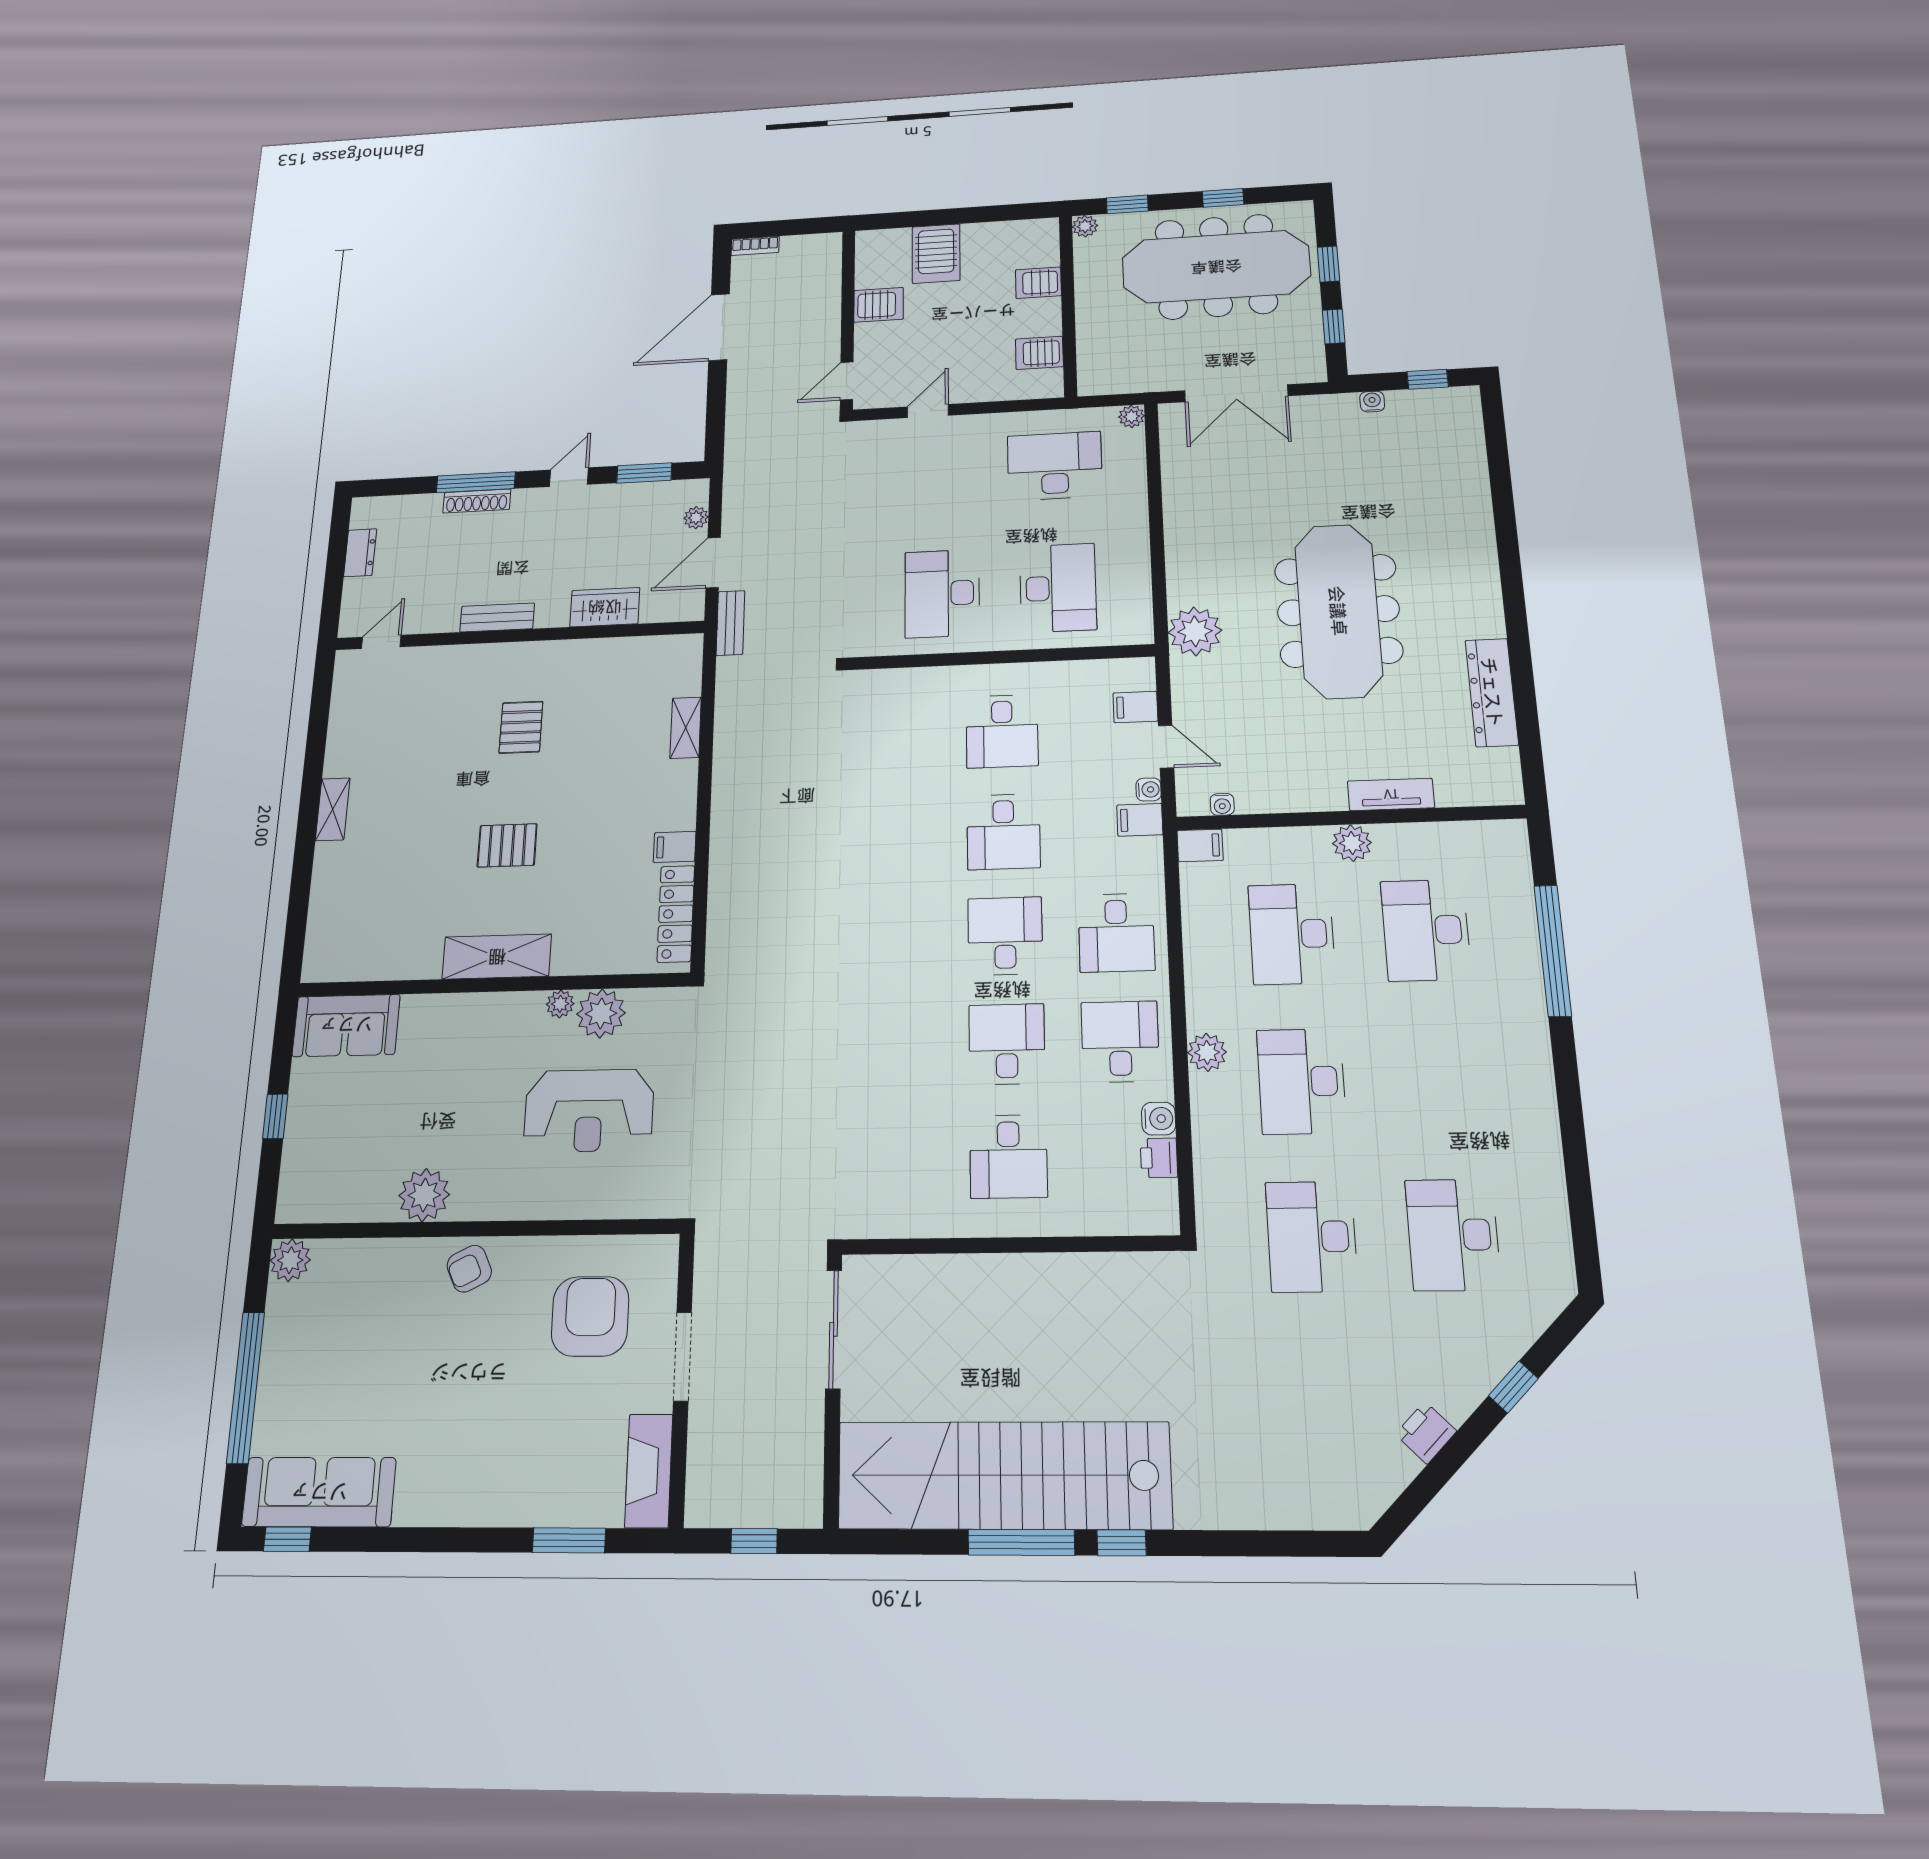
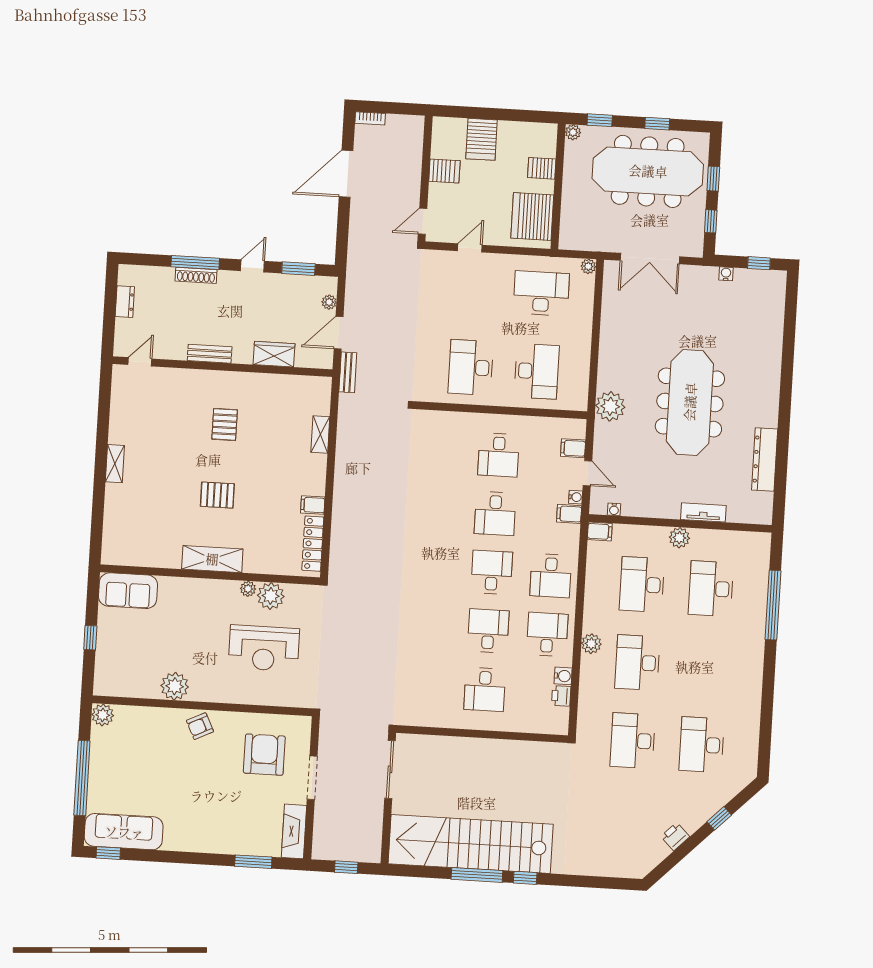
server rack: (1039, 353) -> (532, 217), width x2.18, depth x1.44

